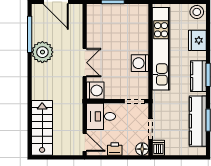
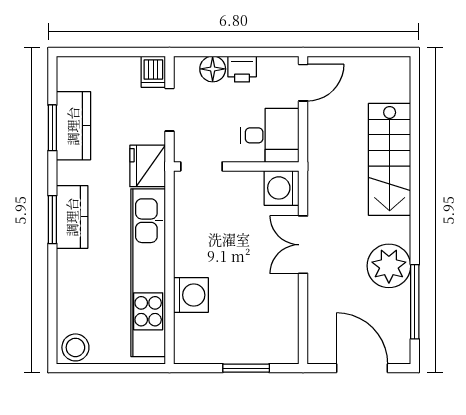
fridge: (197, 40) -> (148, 166), moved, turned 180
washing machine: (140, 63) -> (191, 295), moved
kitchen counter: (198, 121) -> (73, 126), width x0.67
stairs: (42, 128) -> (390, 159), moved
door: (85, 142) -> (303, 83), swing flipped
floor lamp: (142, 149) -> (213, 69), moved

